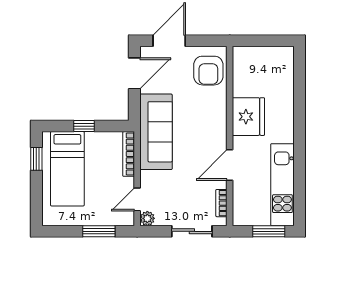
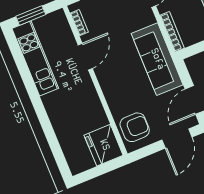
armchair: (208, 71) -> (135, 127), turned 90
fridge: (248, 117) -> (104, 145), moved

